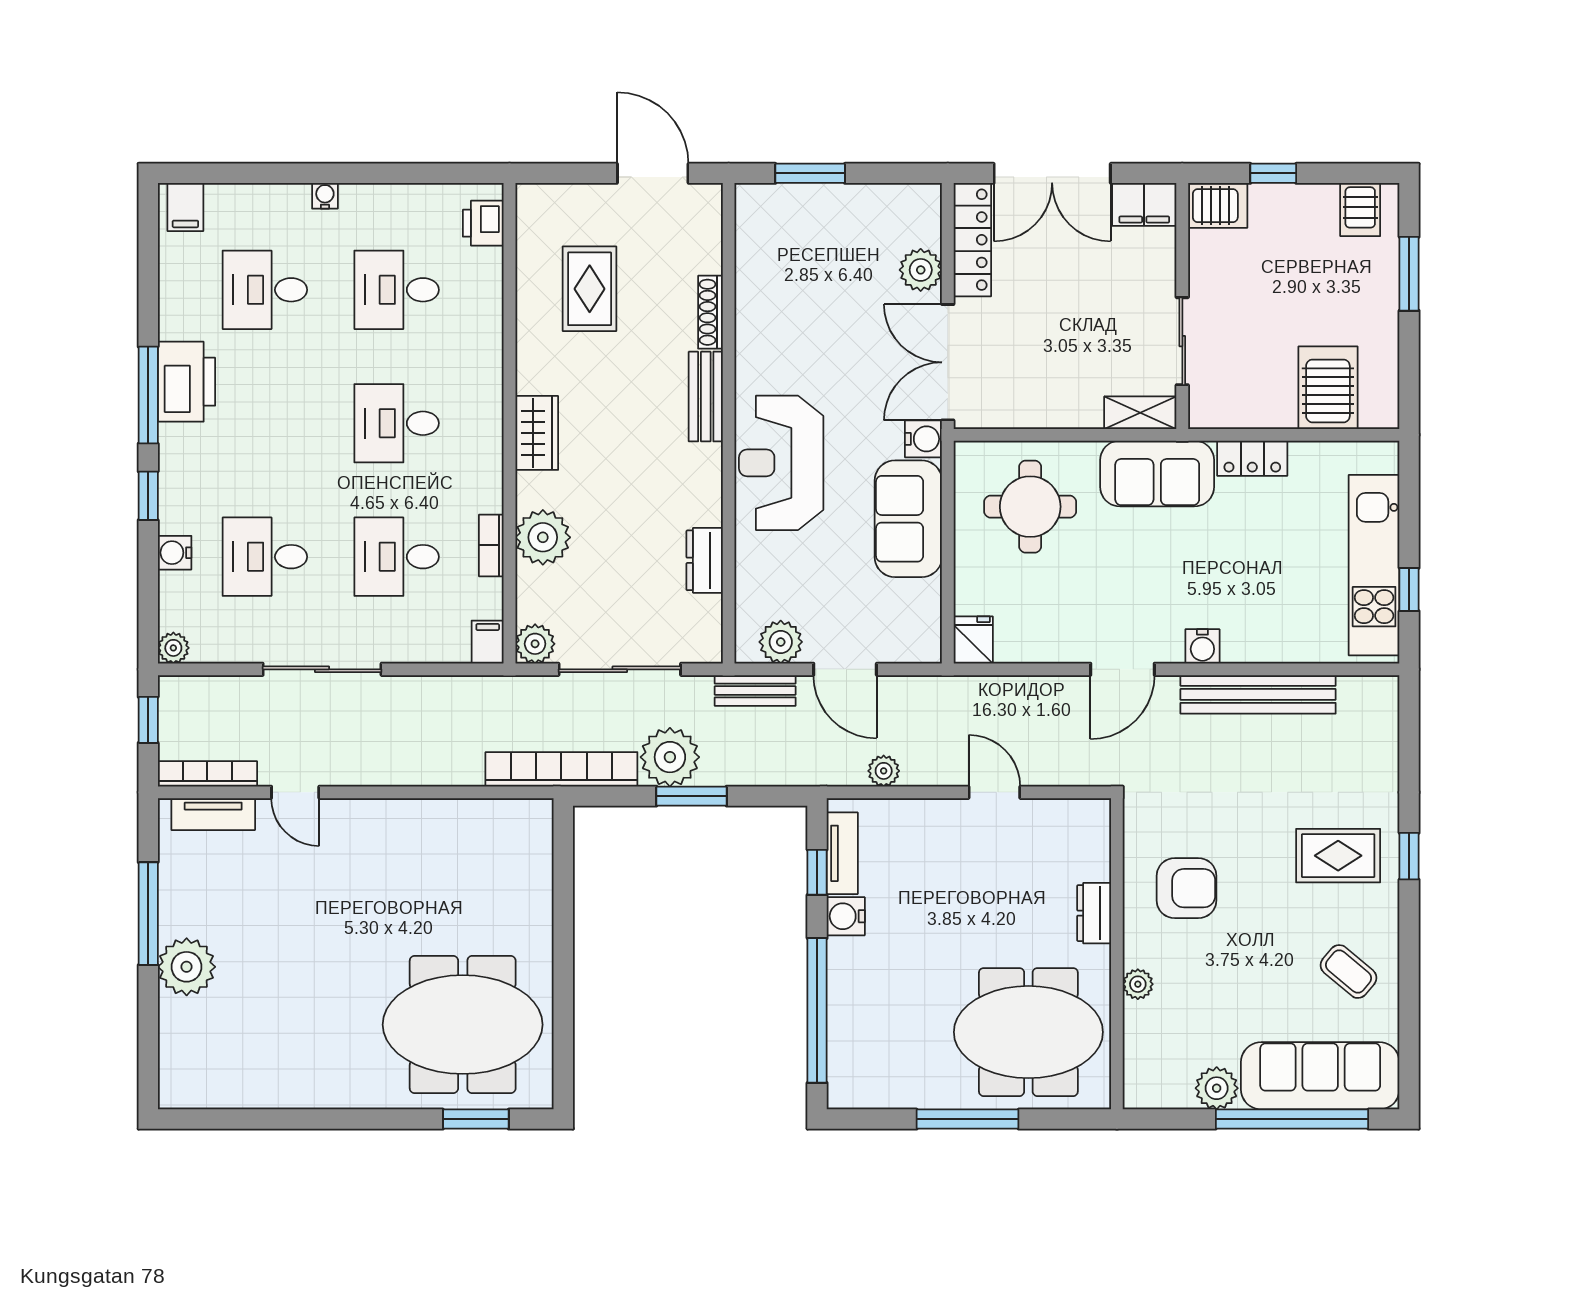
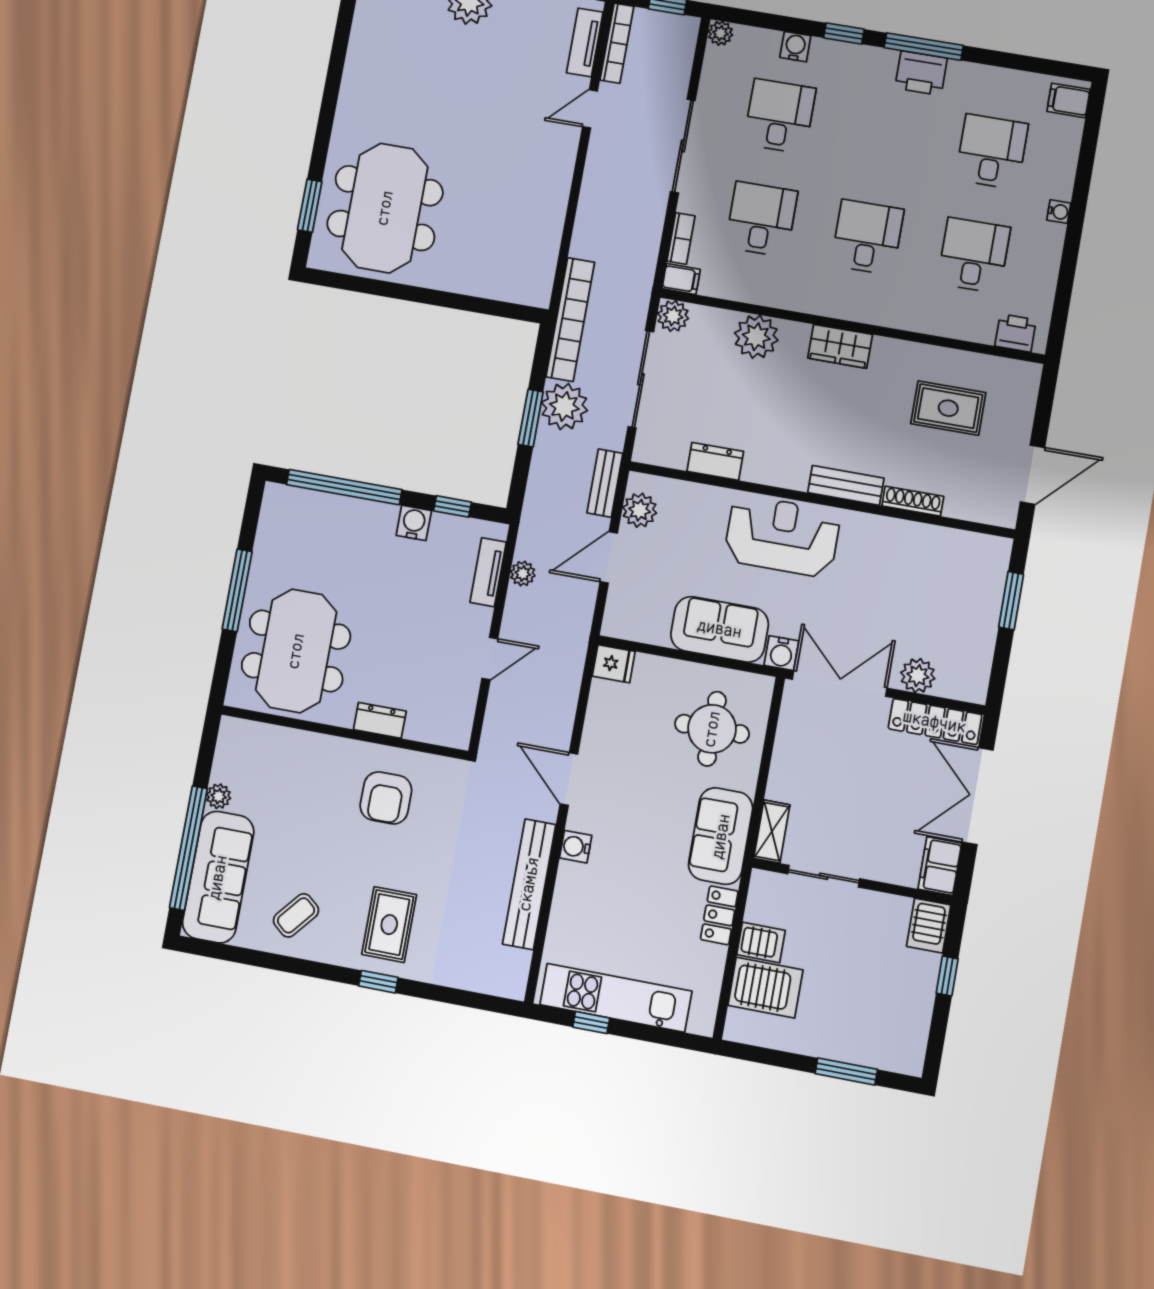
server rack: (1360, 210) -> (761, 943), moved, turned 180
printer: (186, 382) -> (921, 73), width x0.73, depth x0.84
bookcase: (491, 545) -> (681, 239), moved, turned 90
tv unit: (842, 853) -> (488, 572), moved, turned 90
plant: (1138, 984) -> (317, 745), removed
plant: (1217, 1088) -> (219, 796), width x0.73, depth x0.73

